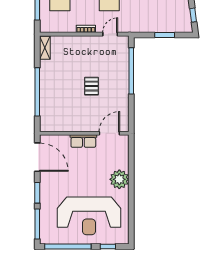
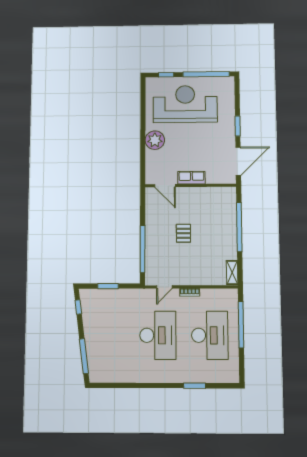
door: (109, 133) -> (165, 186), hinge flipped
door: (37, 157) -> (238, 161), swing flipped
window: (37, 224) -> (237, 95), removed

